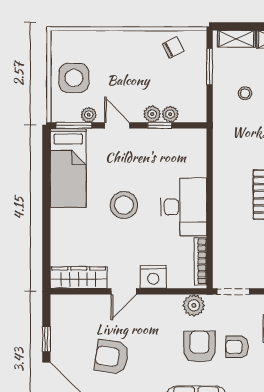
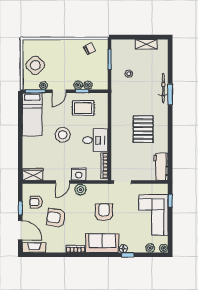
shelving: (236, 39) -> (124, 44), removed
side table: (74, 78) -> (35, 65), turned 45
door: (117, 125) -> (59, 91), swing flipped
rug: (162, 156) -> (83, 108), added
desk: (184, 207) -> (95, 140), width x0.73
wardrobe: (79, 278) -> (33, 174), width x0.67
plant: (194, 305) -> (80, 190), moved
armchair: (237, 347) -> (36, 202), moved

